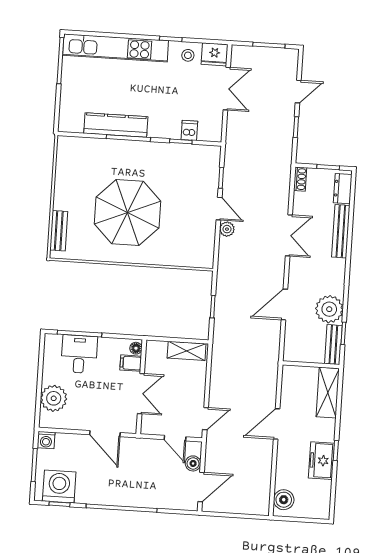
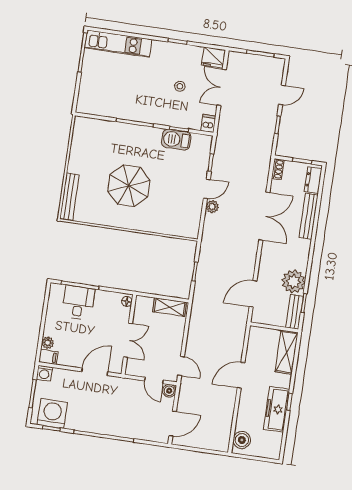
kitchen unit: (115, 48) -> (118, 44), width x0.73
stool: (188, 55) -> (180, 86), moved
double door: (227, 89) -> (222, 88), swing flipped
kitchen counter: (116, 125) -> (125, 111), removed
dishwasher: (189, 130) -> (208, 123), moved
barbecue: (178, 154) -> (176, 140), added
door: (219, 209) -> (207, 189), hinge flipped
parasol: (127, 213) -> (129, 186), width x0.73, depth x0.73
bench: (59, 231) -> (69, 197), width x1.36
double door: (289, 235) -> (264, 216), width x1.37
door: (284, 304) -> (253, 294), moved
filing cabinet: (131, 363) -> (48, 357), moved, turned 180
plant: (54, 398) -> (48, 343), width x0.53, depth x0.53
door: (205, 419) -> (181, 366), hinge flipped
door: (105, 434) -> (95, 372), swing flipped
freezer: (321, 461) -> (277, 409), width x1.40
boiler: (193, 463) -> (169, 391), moved

